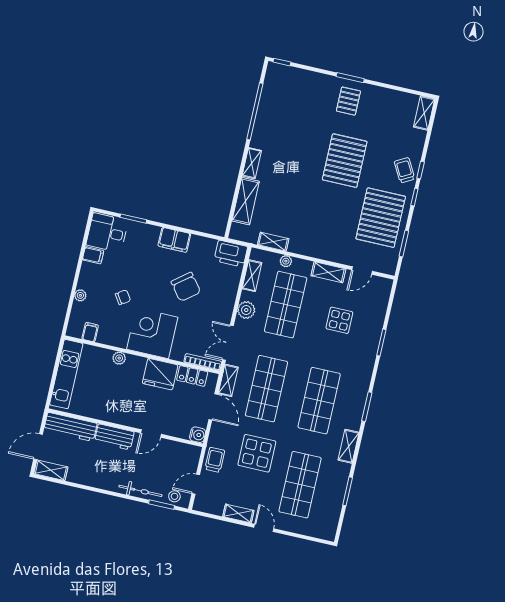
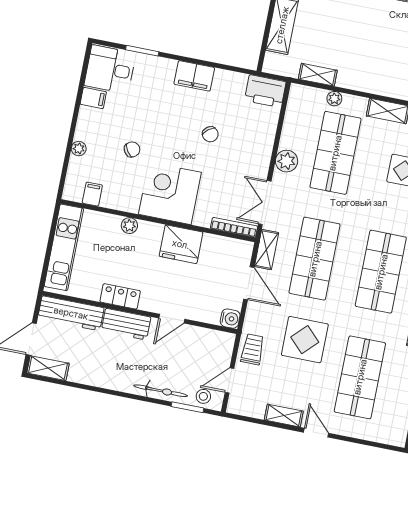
shelving: (252, 276) -> (292, 118), removed
chair: (186, 287) -> (210, 134), width x0.54, depth x0.54
locker: (192, 376) -> (120, 296), moved, turned 180

